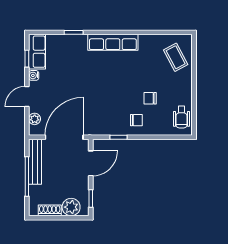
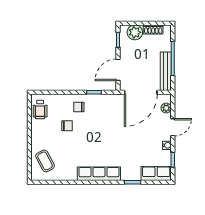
row of seats: (37, 52) -> (156, 174), moved, turned 90
wheelchair: (182, 117) -> (40, 110), turned 180

